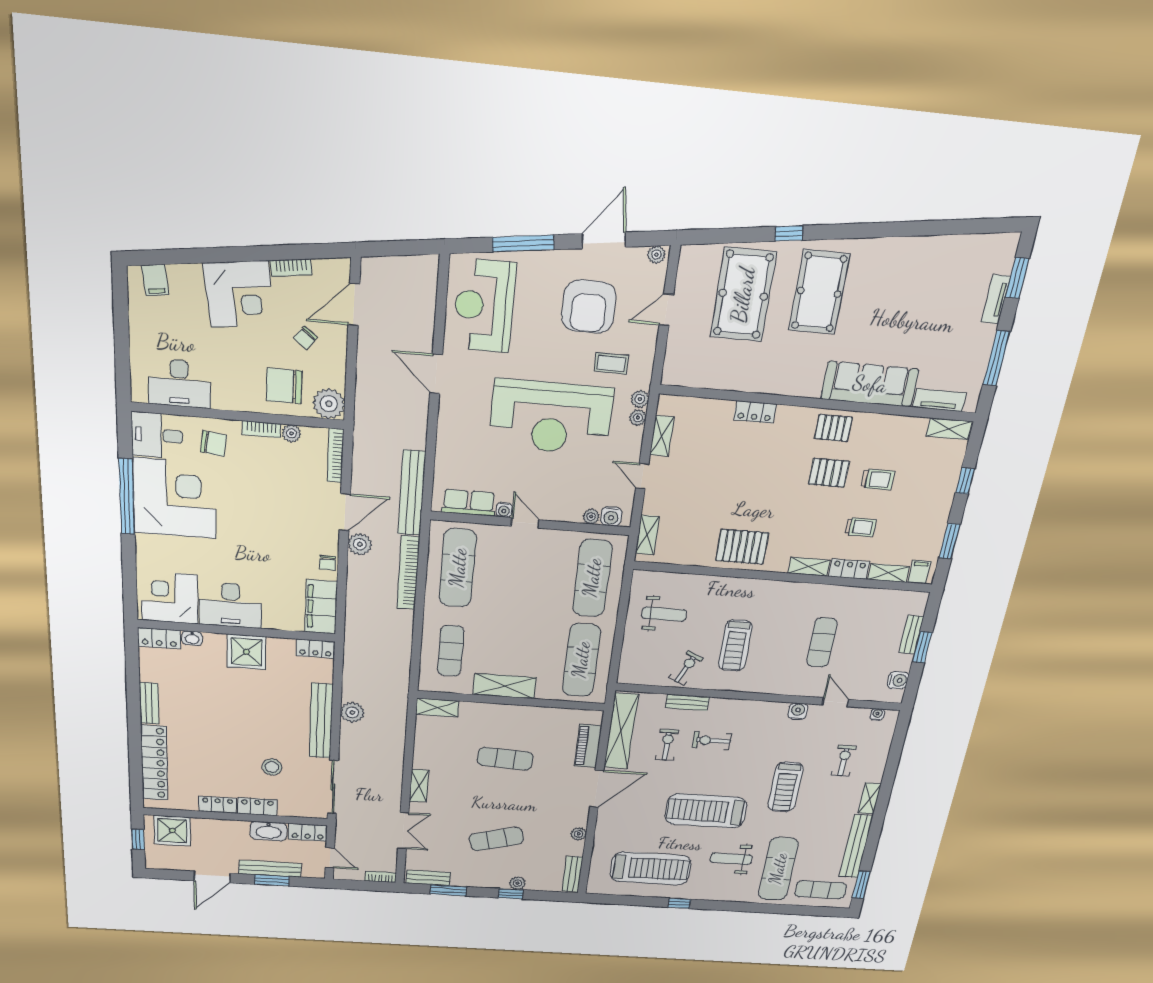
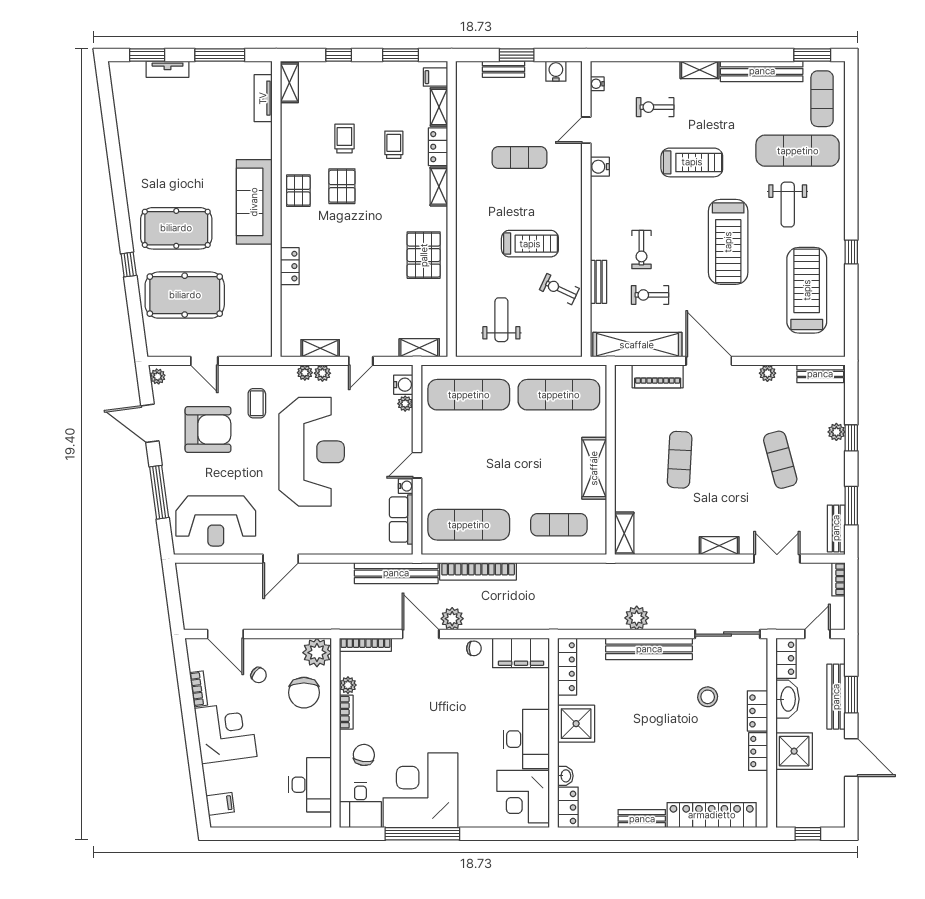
sofa: (870, 384) -> (254, 202), moved
plant: (640, 399) -> (322, 373), moved
locker: (315, 649) -> (567, 667), width x1.53
shower: (172, 831) -> (794, 751), moved

